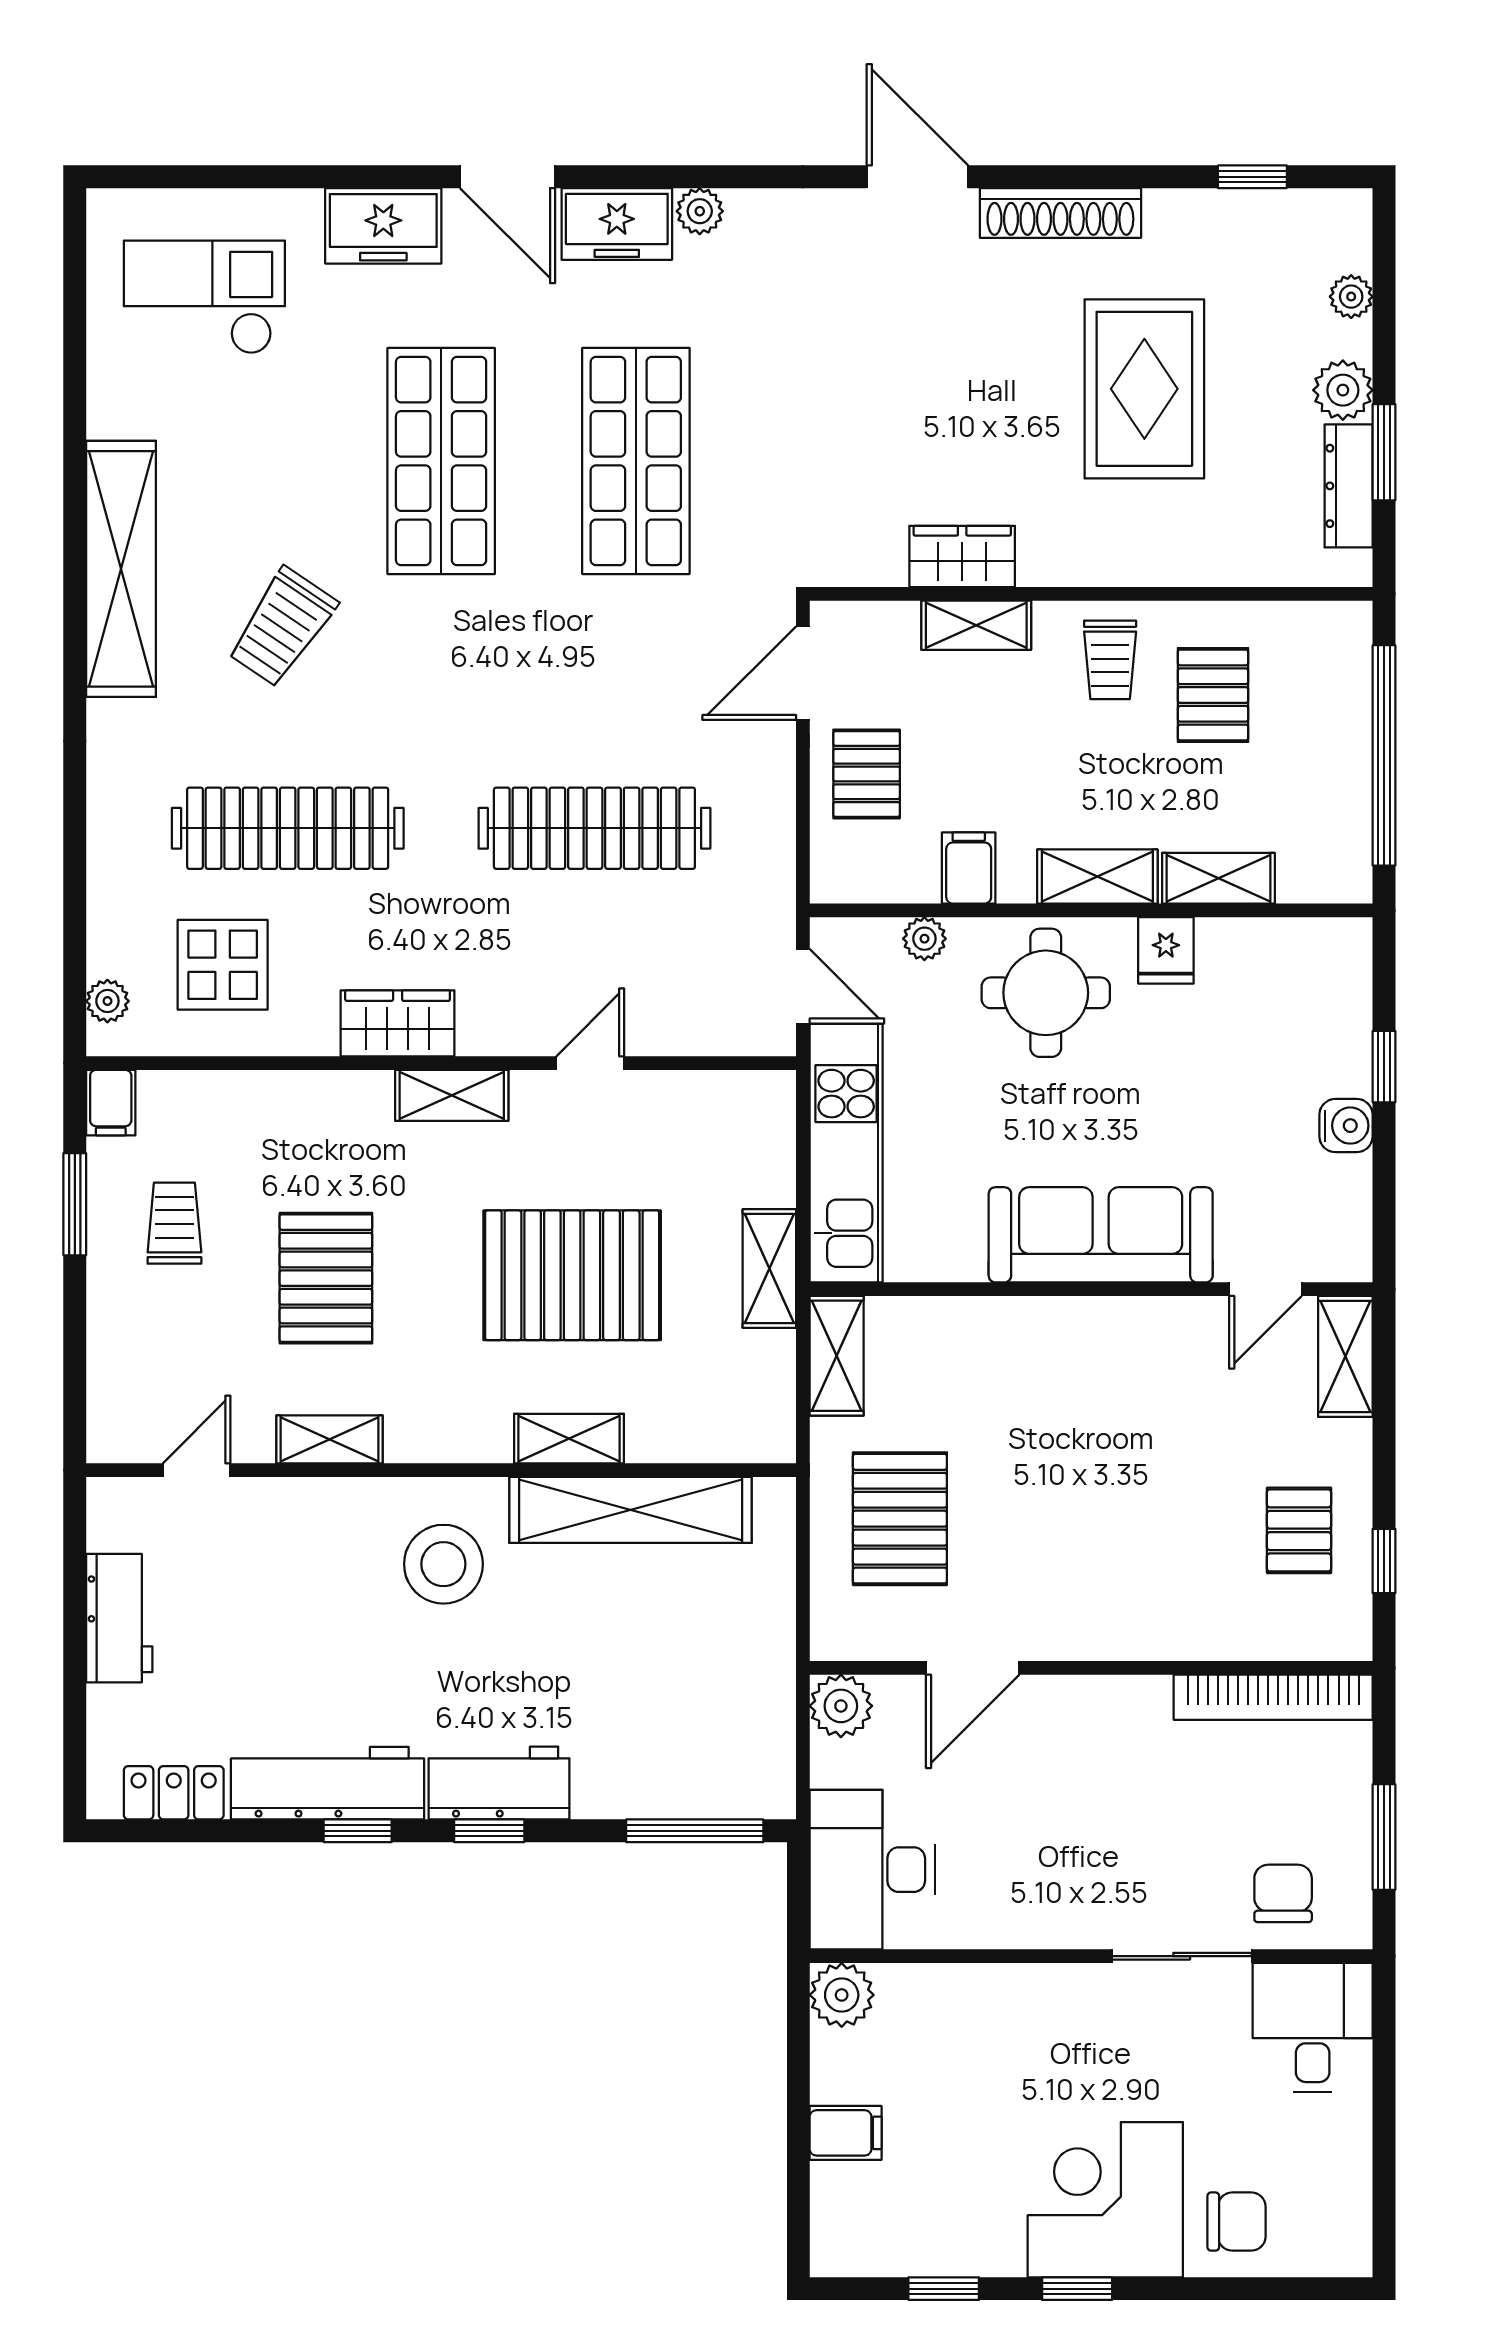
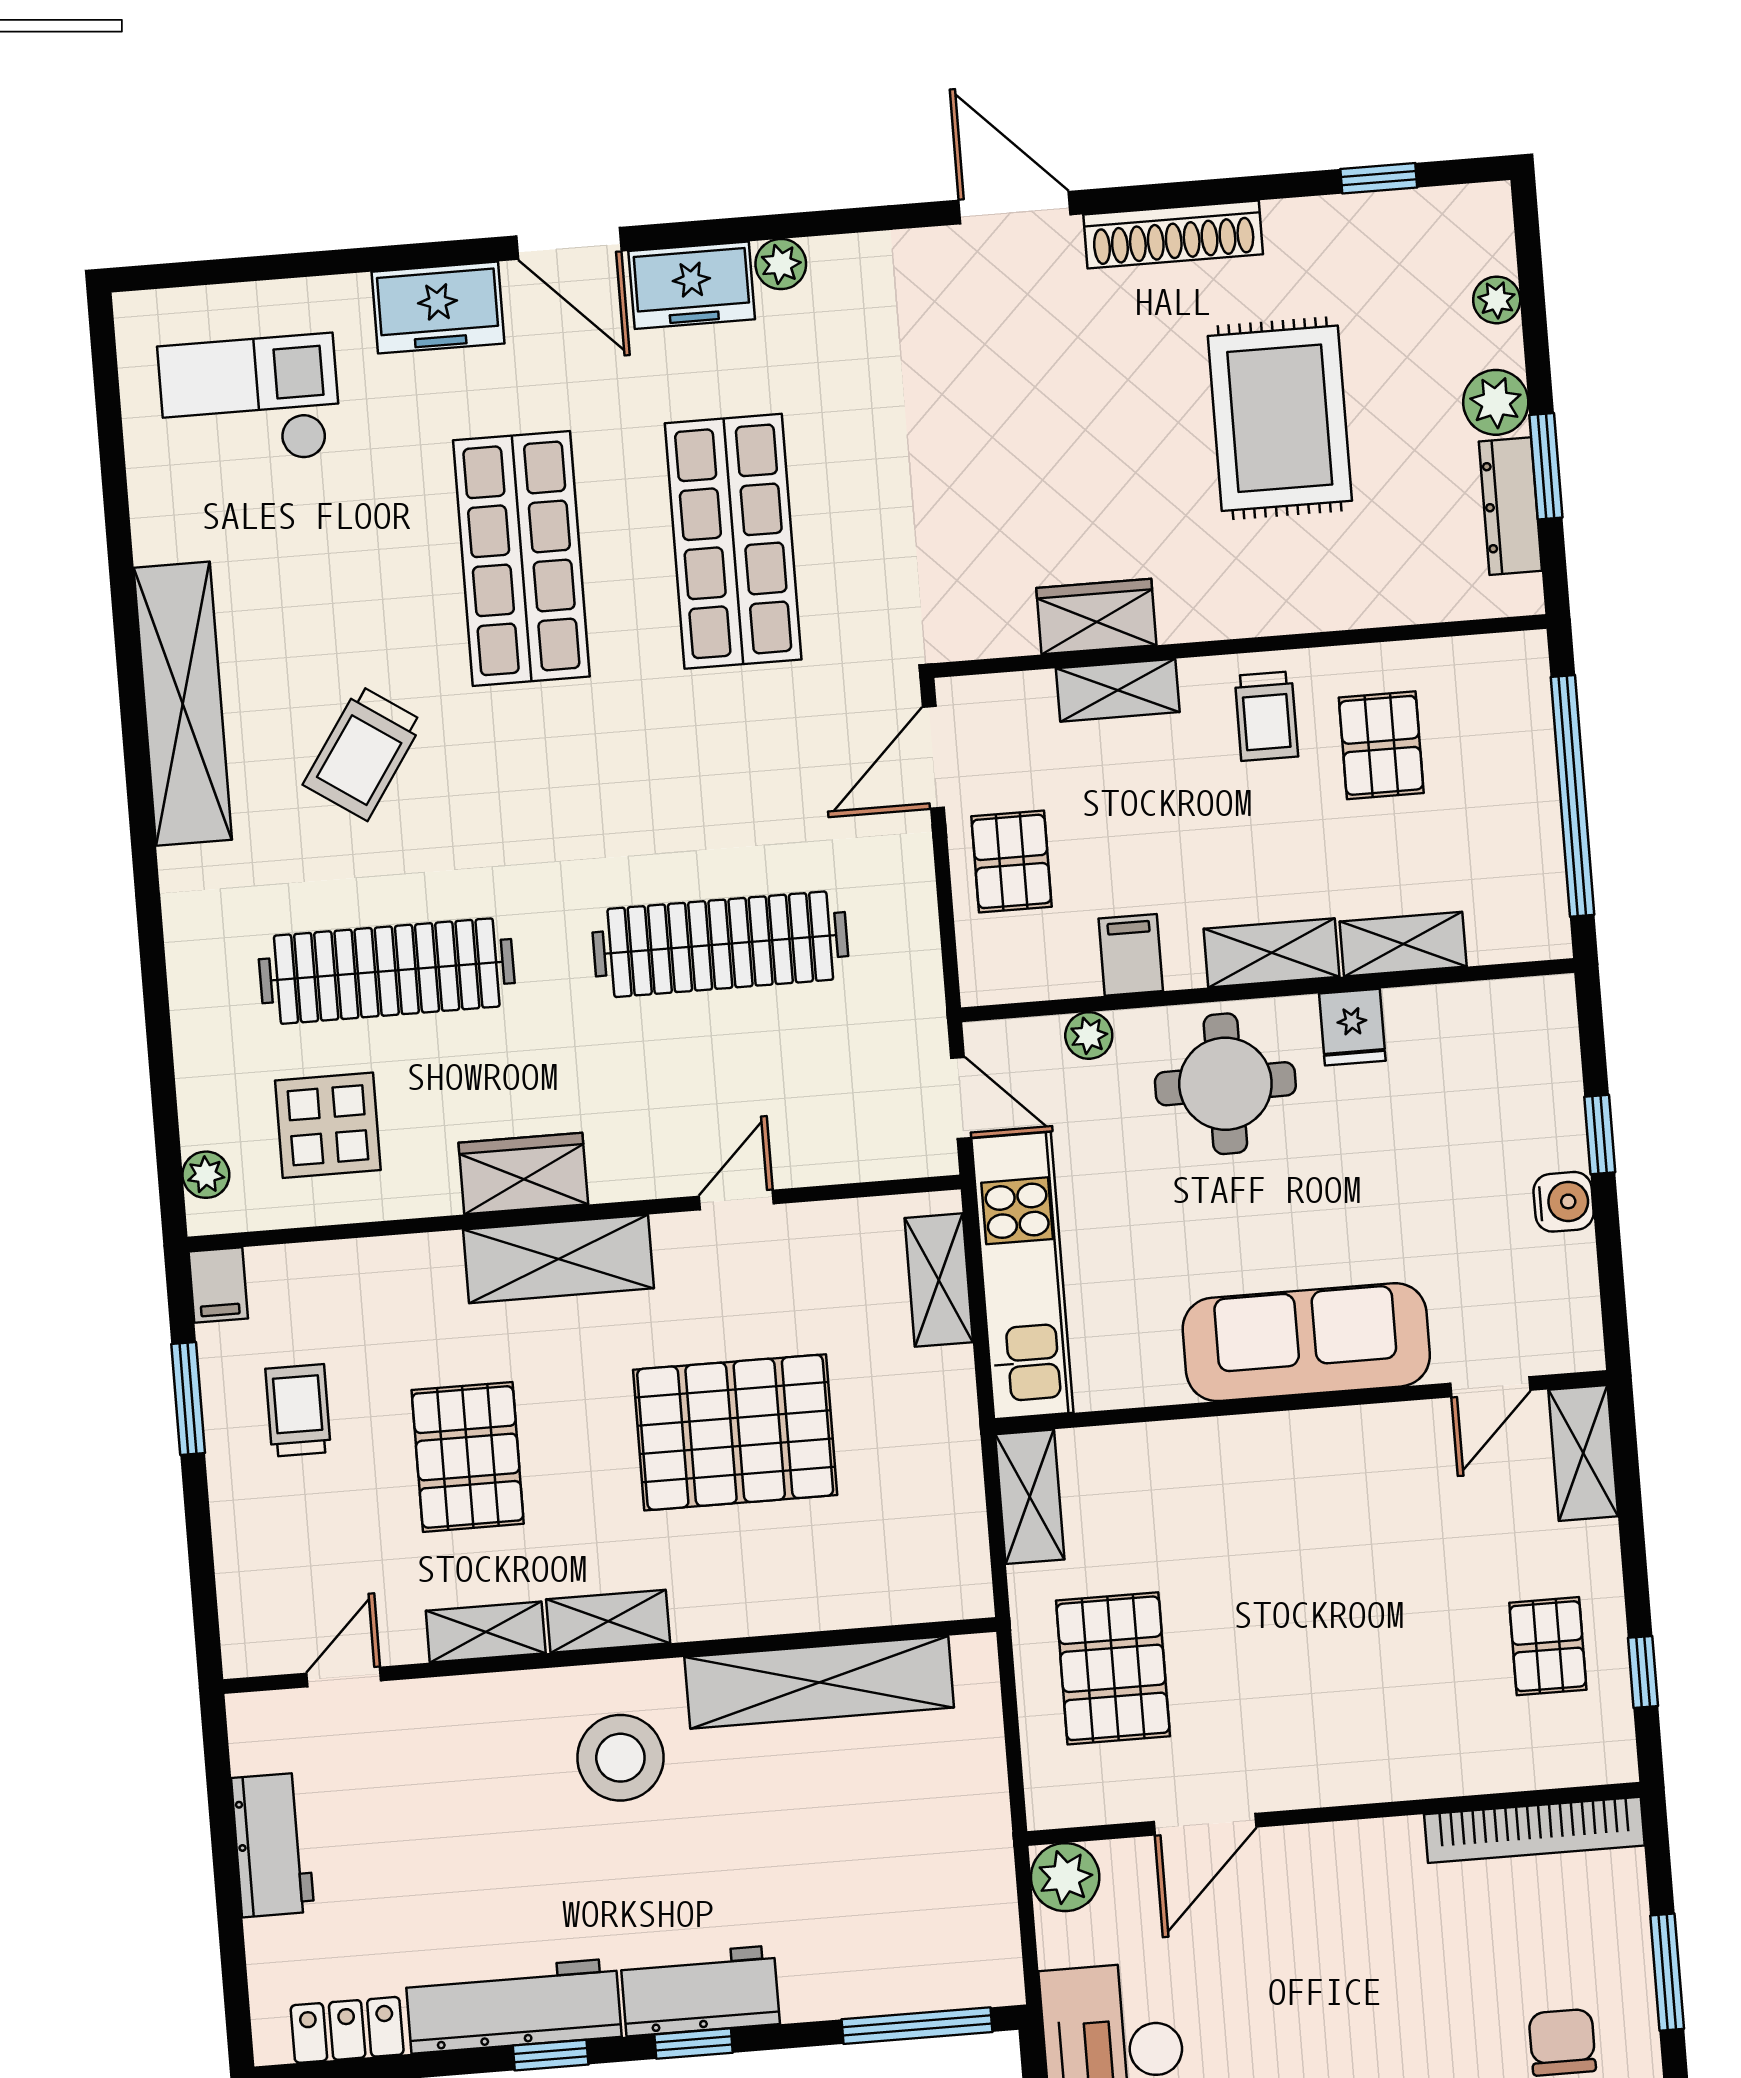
shelving: (452, 1095) -> (559, 1259), width x1.50, depth x1.33
shelving: (769, 1269) -> (939, 1280), moved
shelving: (569, 1439) -> (608, 1621), moved

